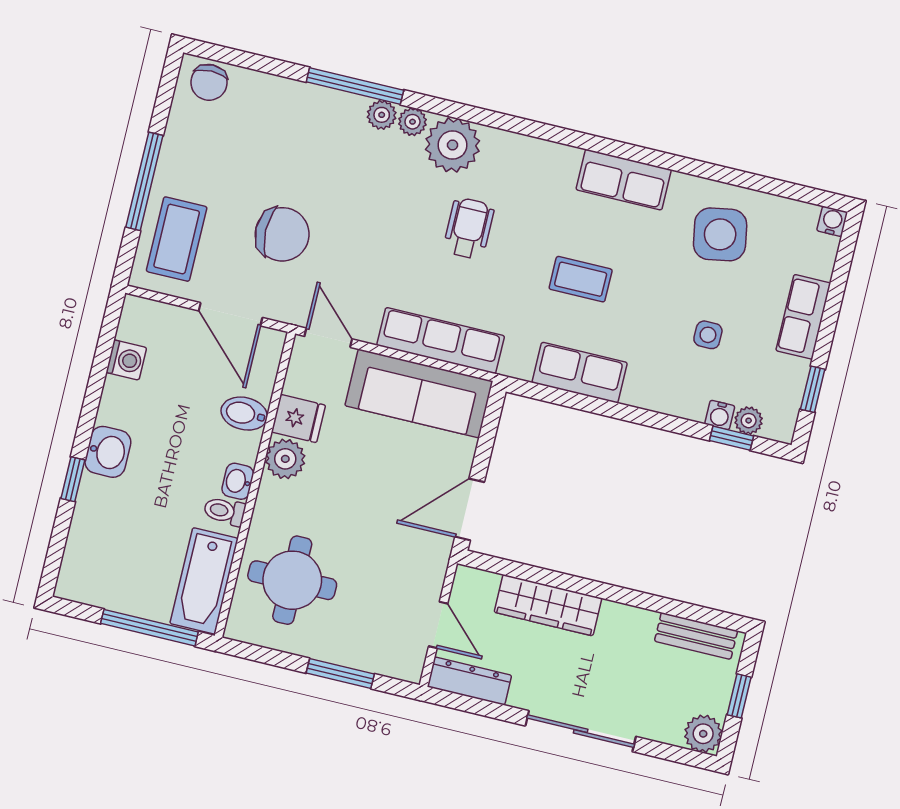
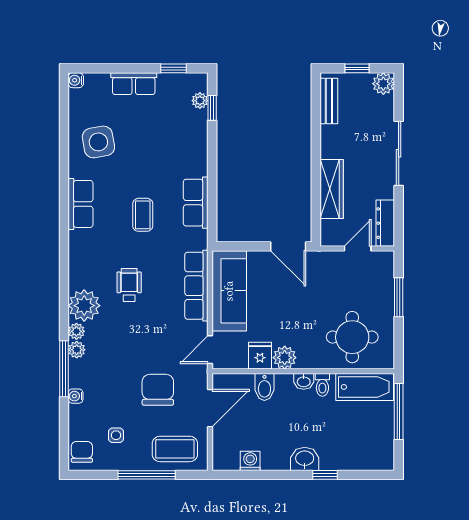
chair: (209, 82) -> (82, 452), turned -90
wheelchair: (469, 228) -> (129, 285), turned 90
side table: (708, 335) -> (116, 435), moved
water cooler: (720, 415) -> (76, 396), moved, turned 180

